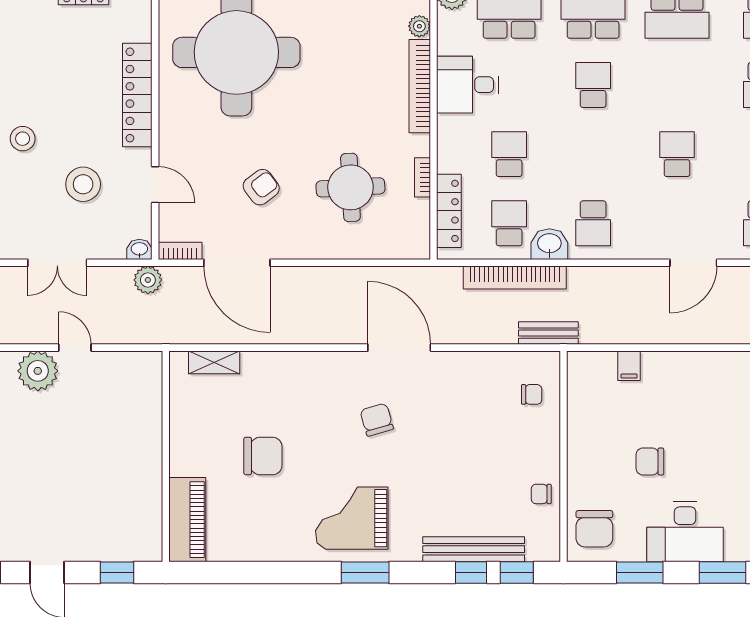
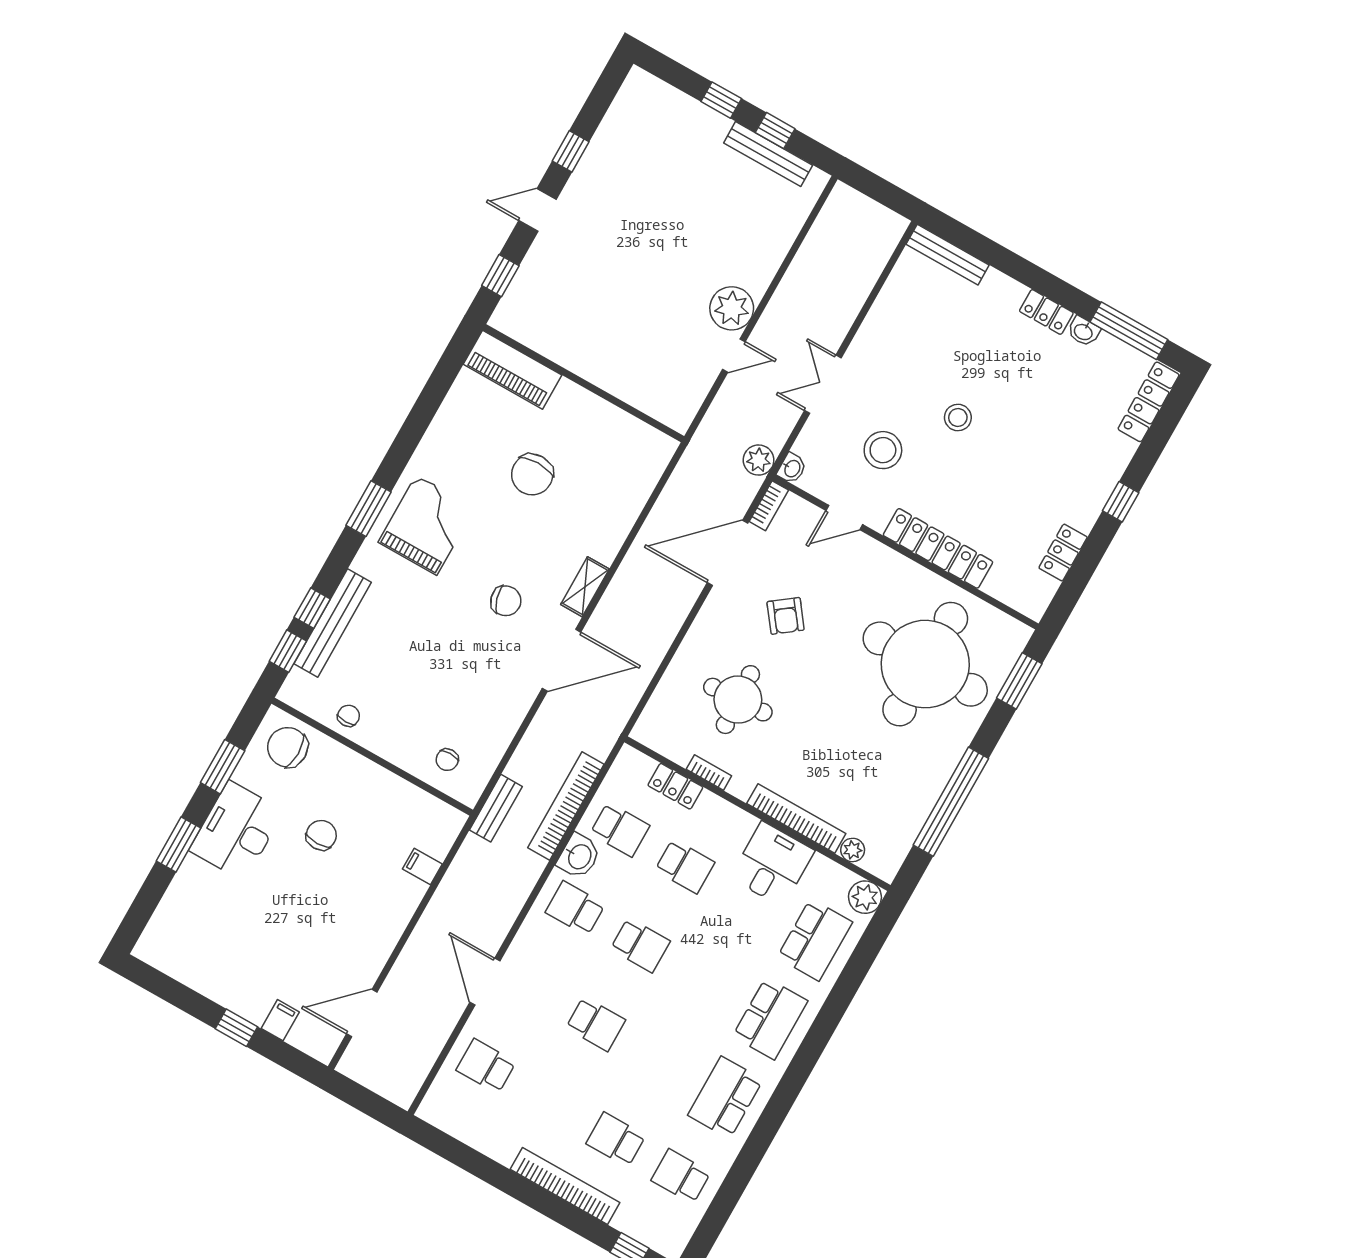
school desk: (593, 85) -> (640, 945), moved
locker: (449, 211) -> (675, 786), width x0.66
shelving: (214, 362) -> (585, 587), moved

